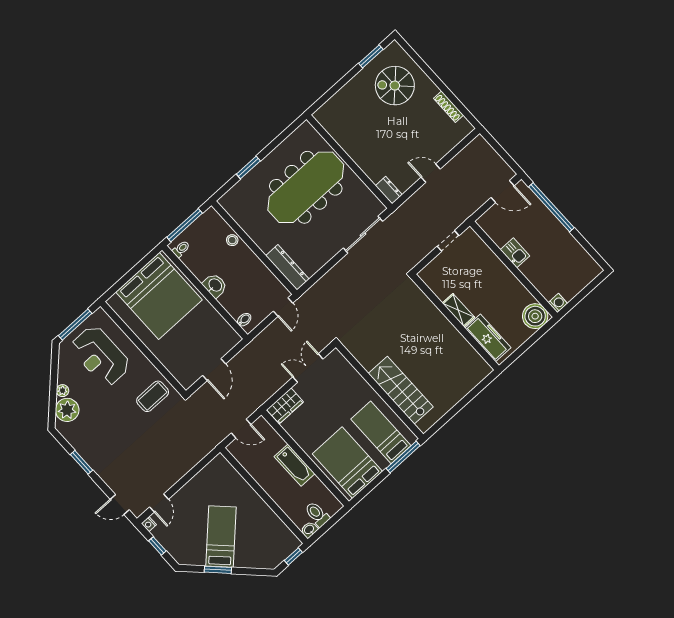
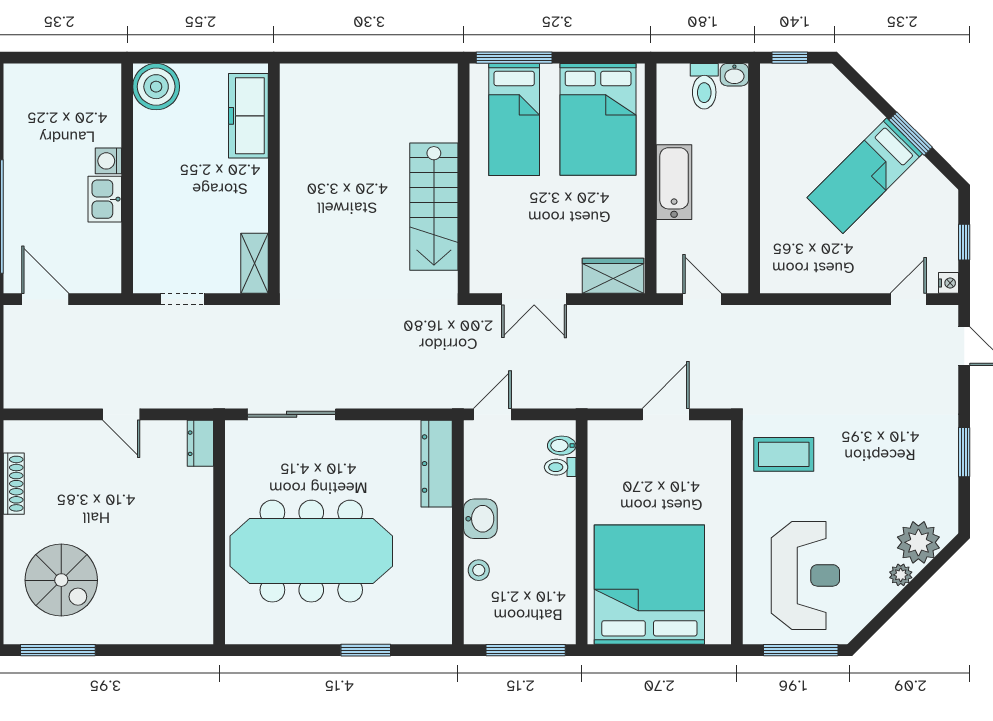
window: (371, 56) -> (58, 650), width x1.44
toilet: (181, 249) -> (560, 467), moved
washbasin: (215, 285) -> (480, 519), moved, turned 180
washing machine: (558, 303) -> (108, 161), moved
shelving: (458, 310) -> (254, 263), moved
stairs: (401, 390) -> (434, 207), moved

